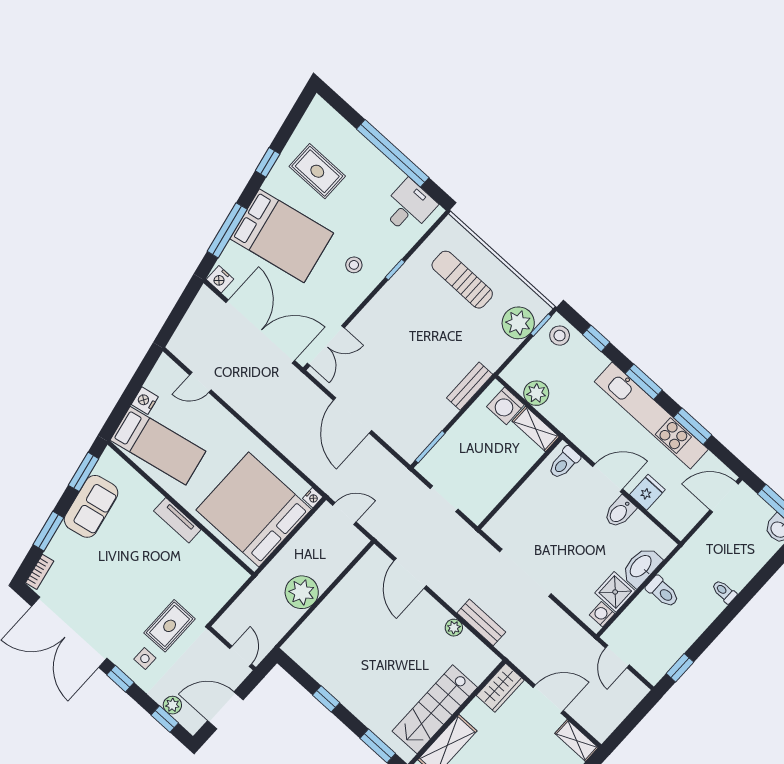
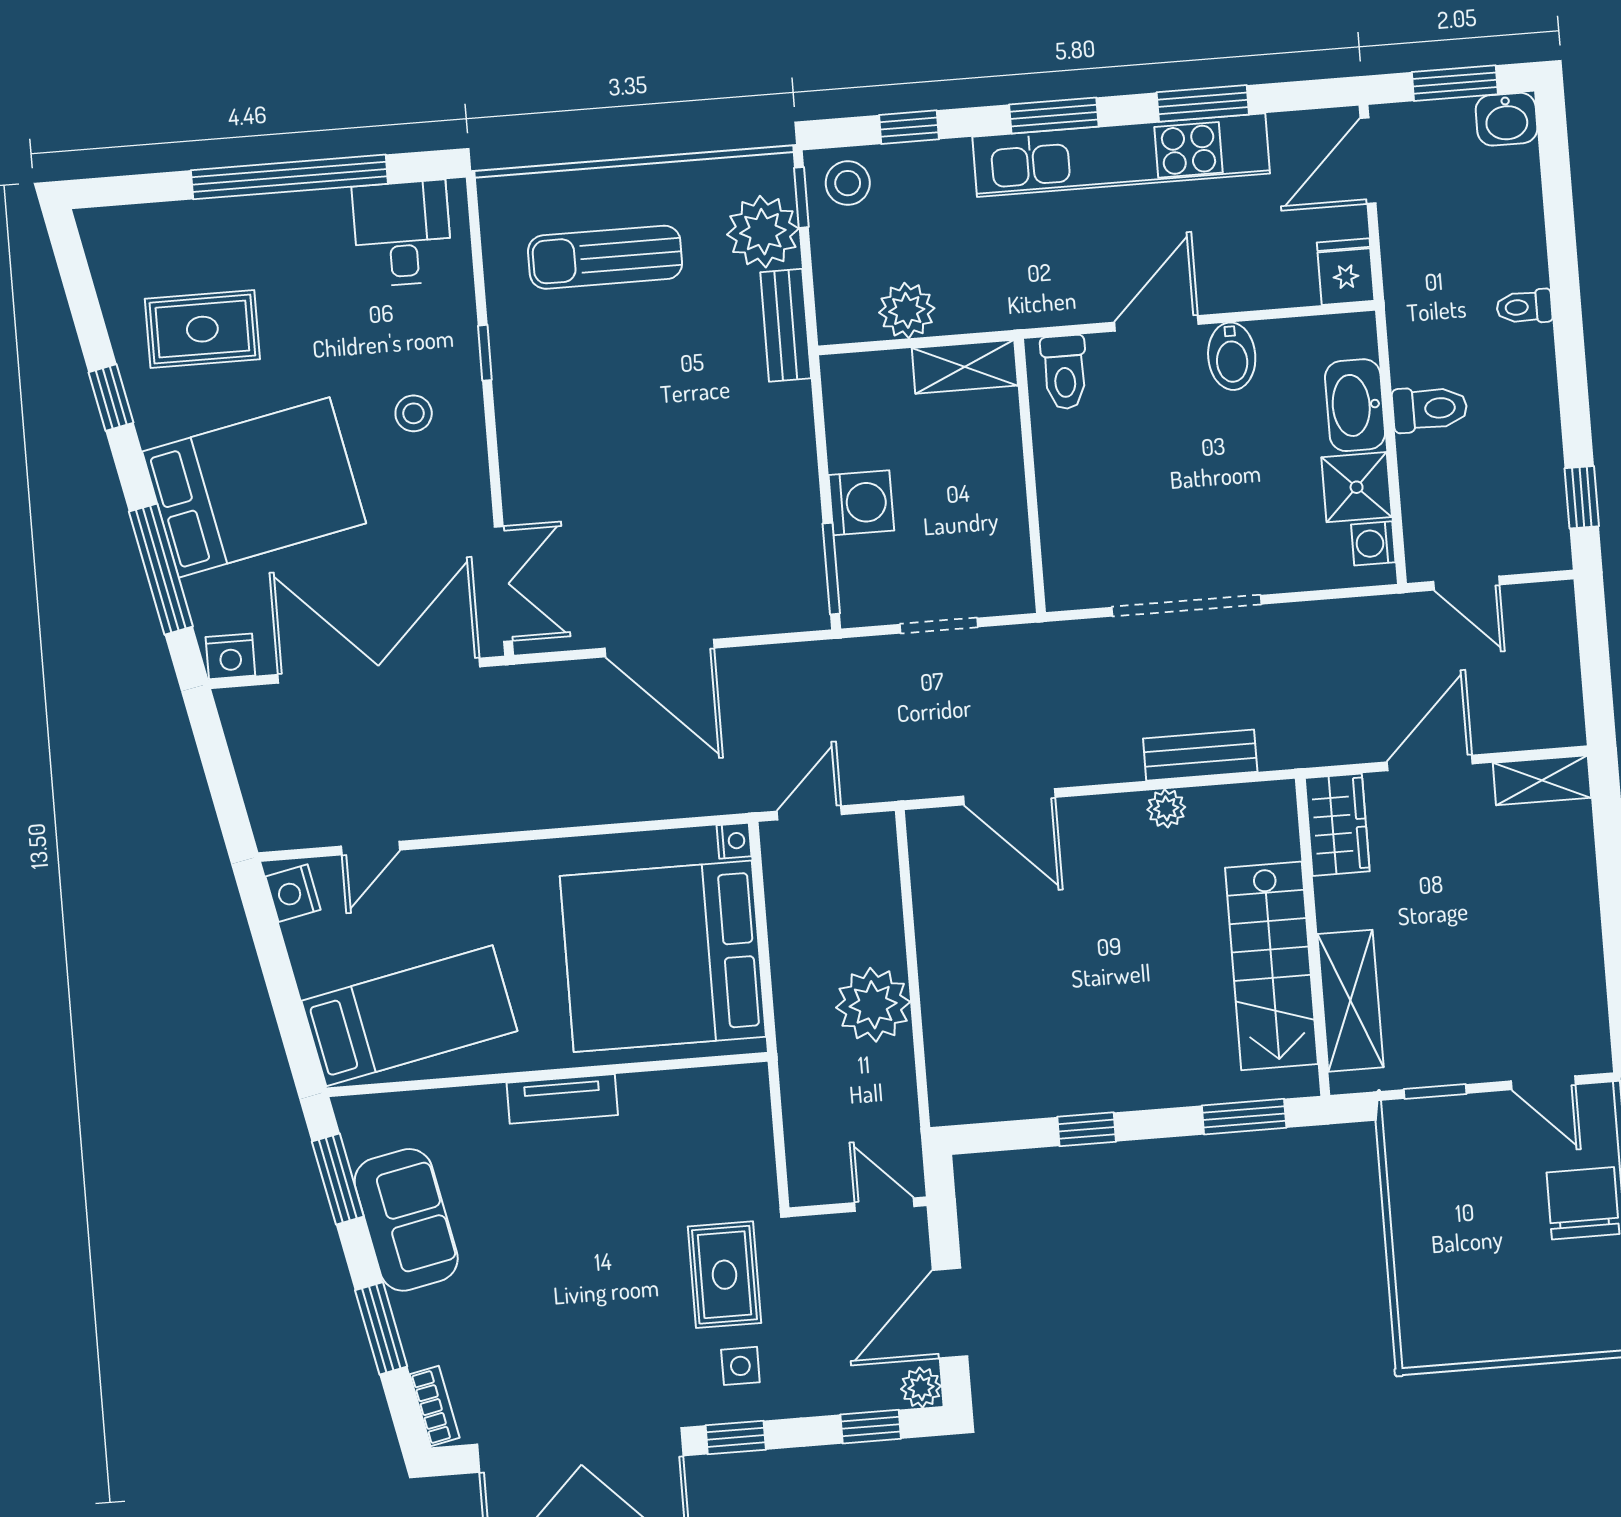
bench: (470, 386) -> (786, 325), moved
nightstand: (145, 401) -> (293, 893), moved
washing machine: (505, 406) -> (861, 503), moved, turned -90
fridge: (647, 492) -> (1346, 272), moved
plant: (172, 705) -> (921, 1387), moved

